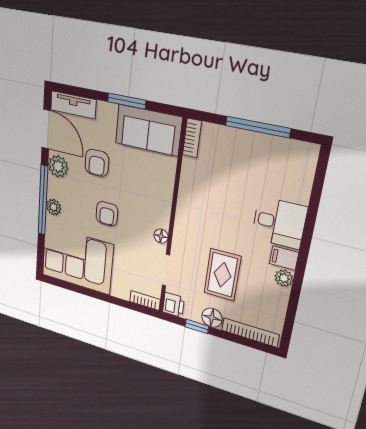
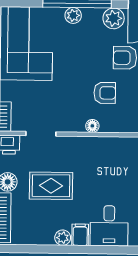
armchair: (107, 214) -> (105, 93), moved, turned 180
floor lamp: (161, 236) -> (92, 126), moved

